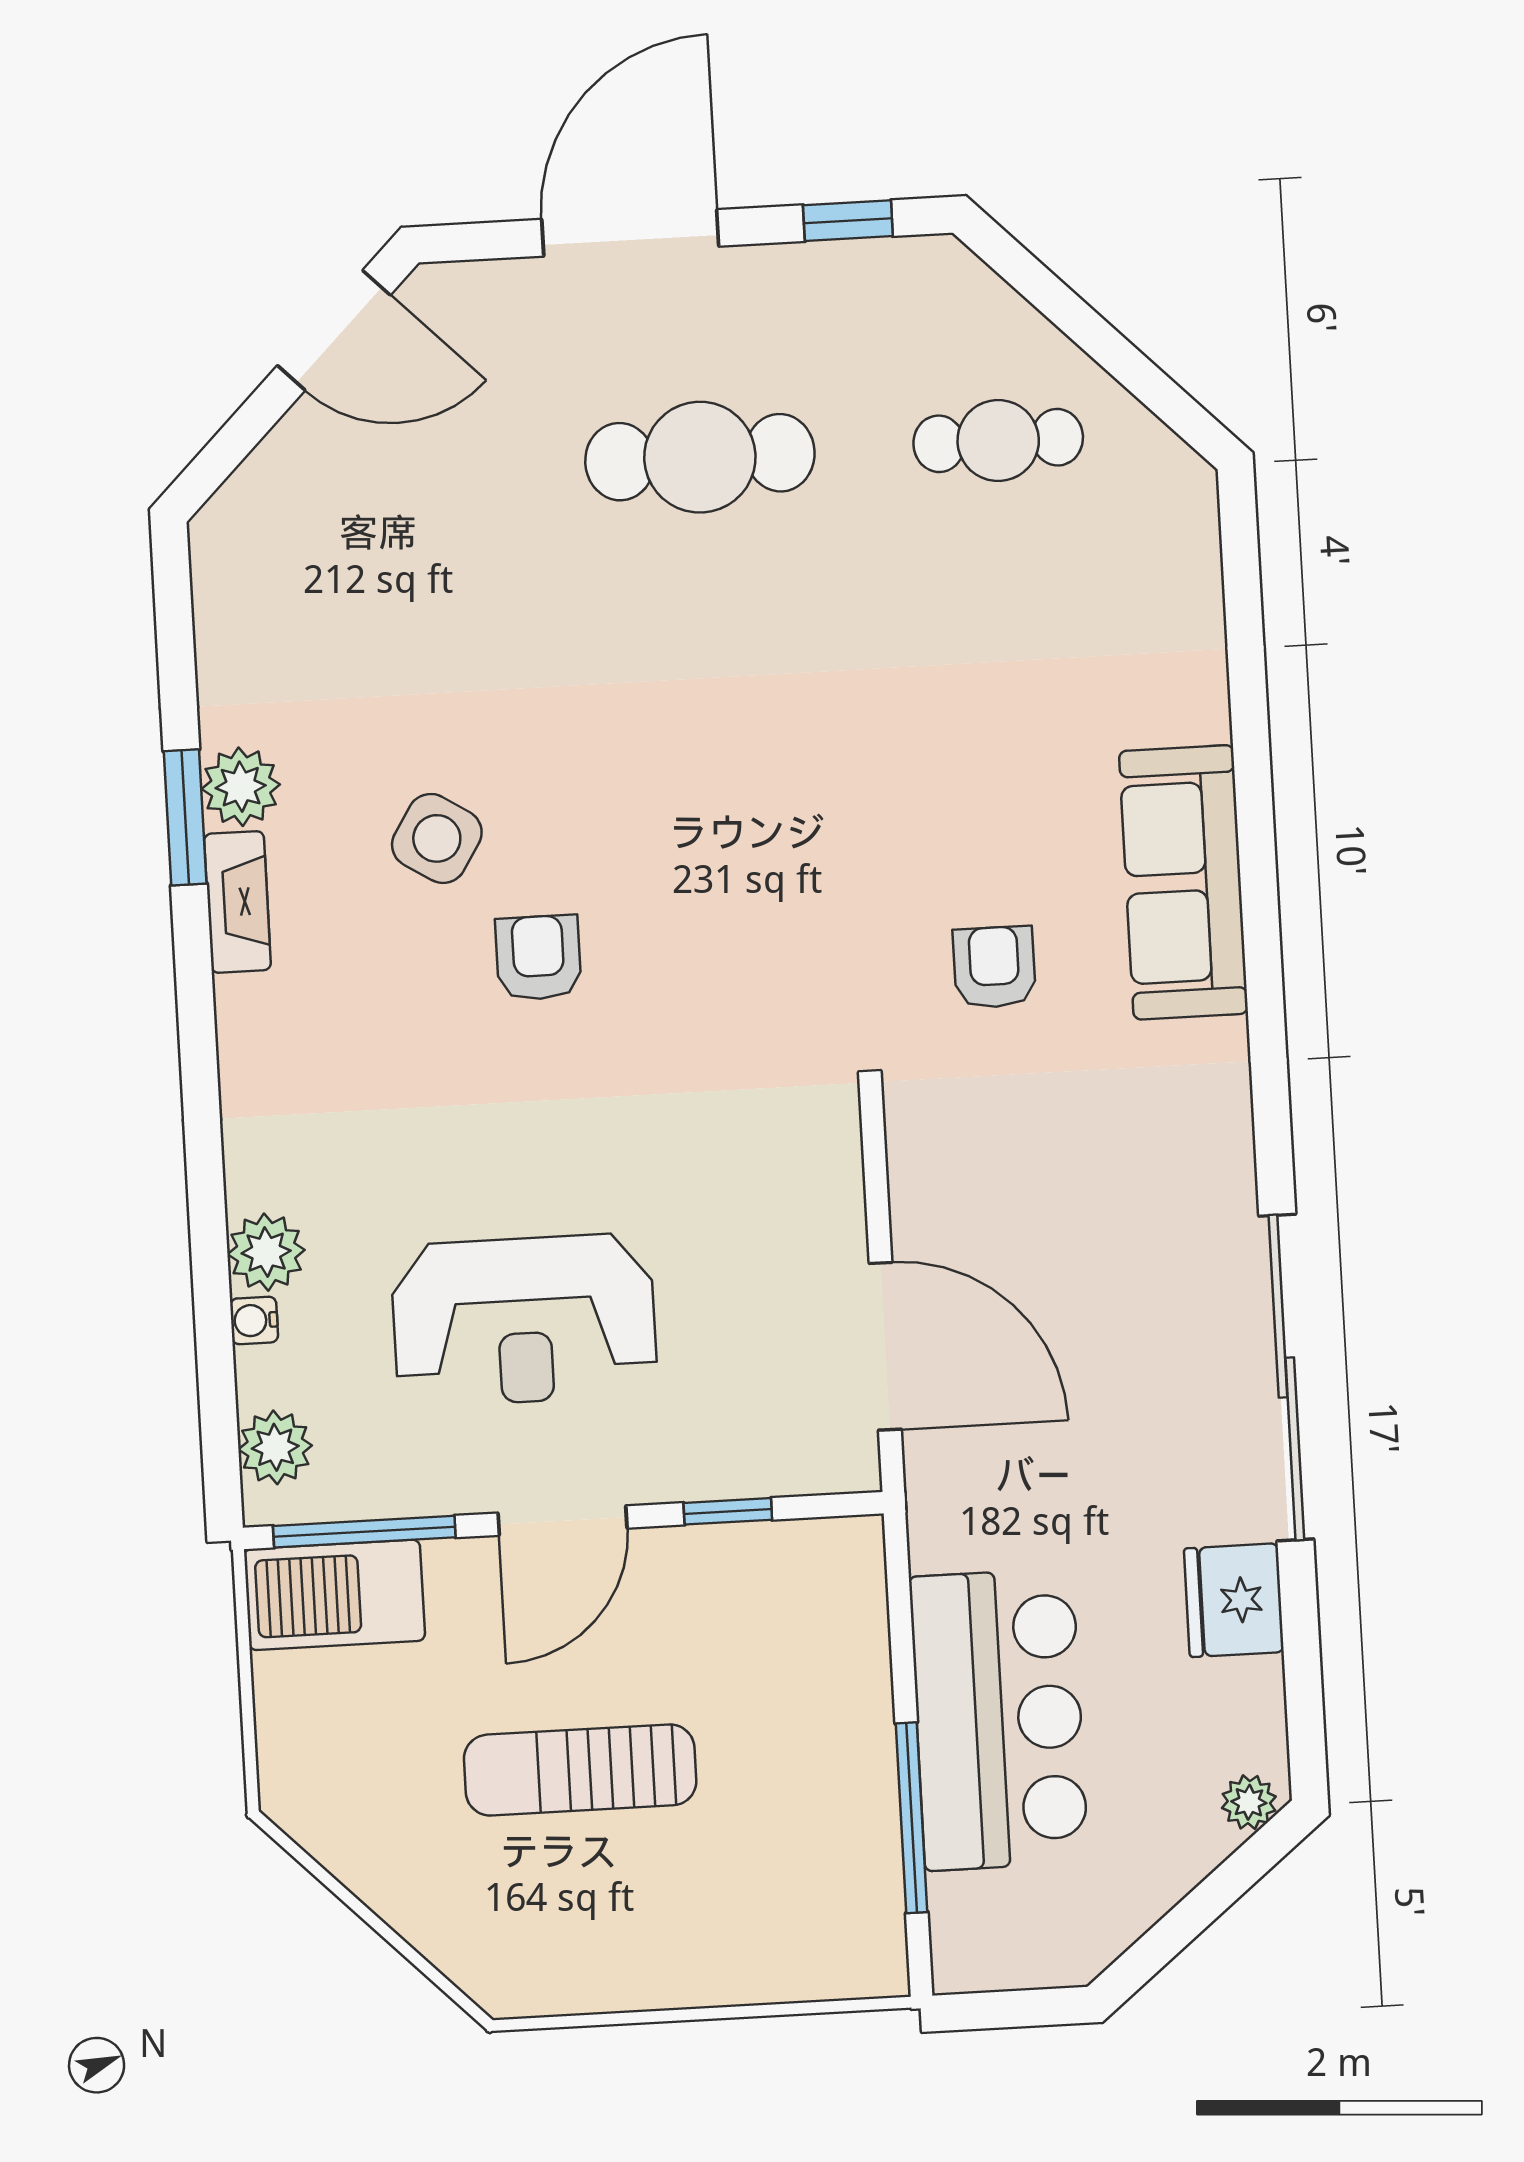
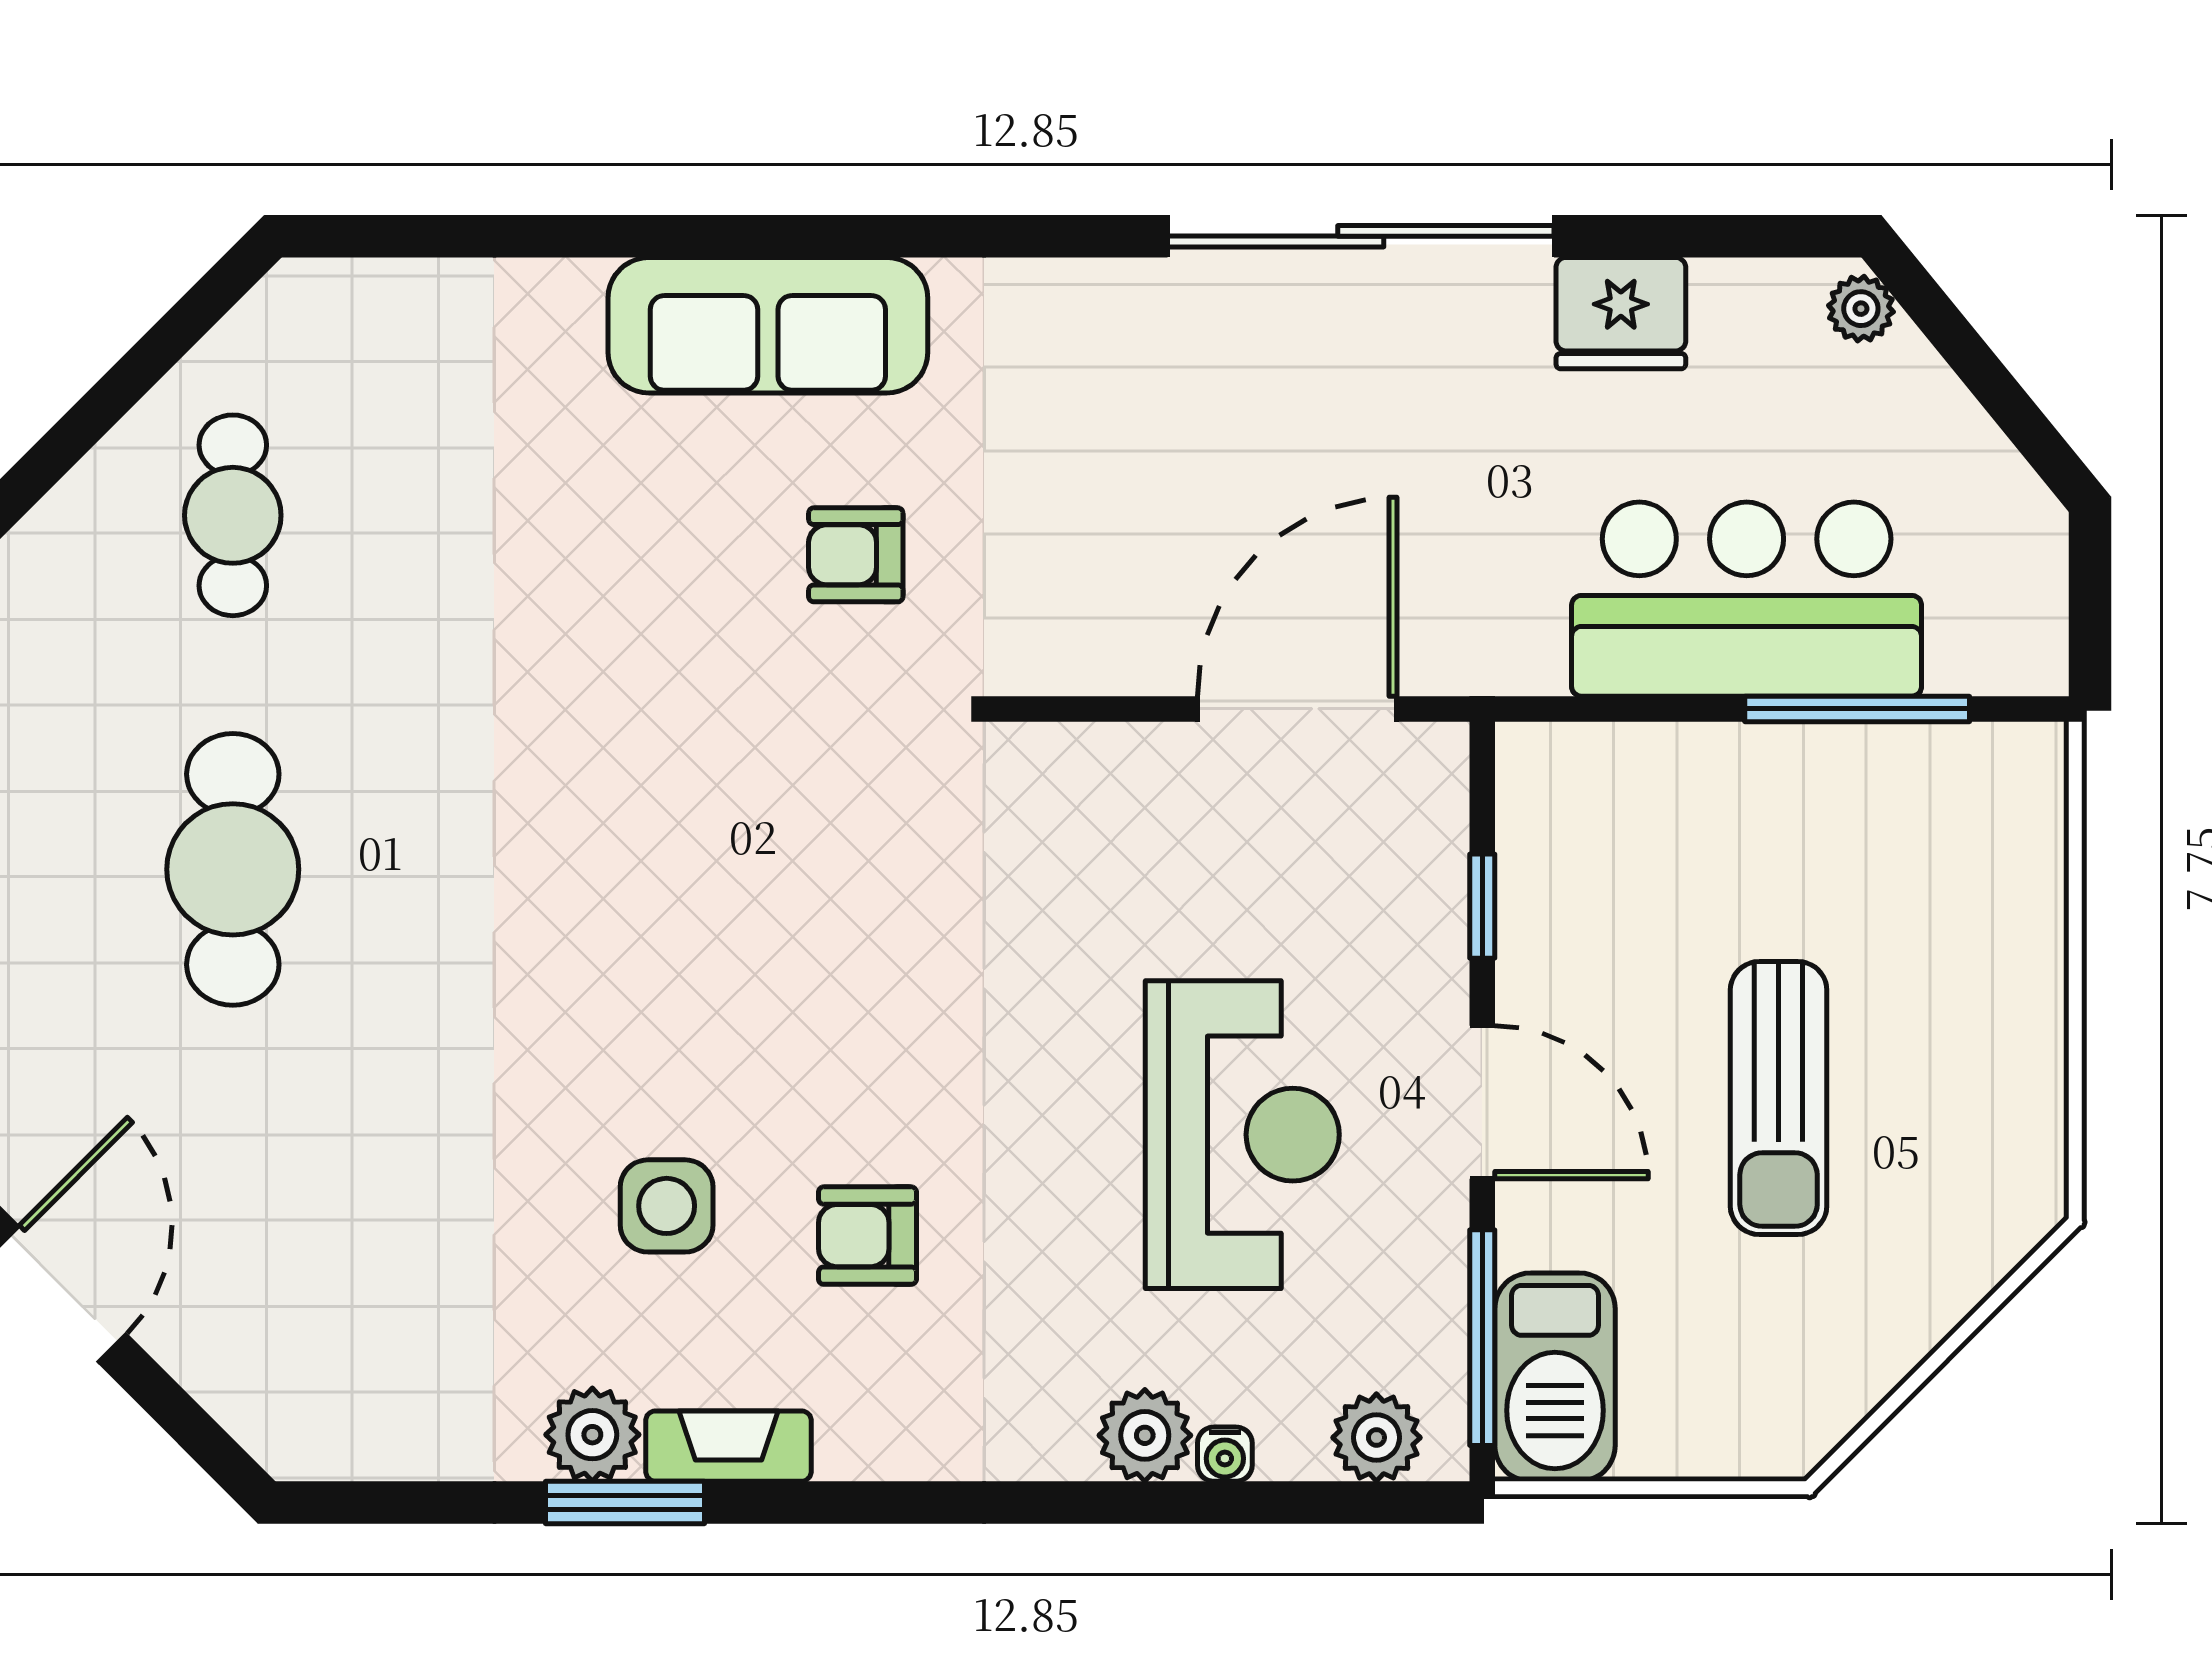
side table: (437, 838) -> (667, 1206), turned -32
armchair: (538, 958) -> (867, 1236), moved

